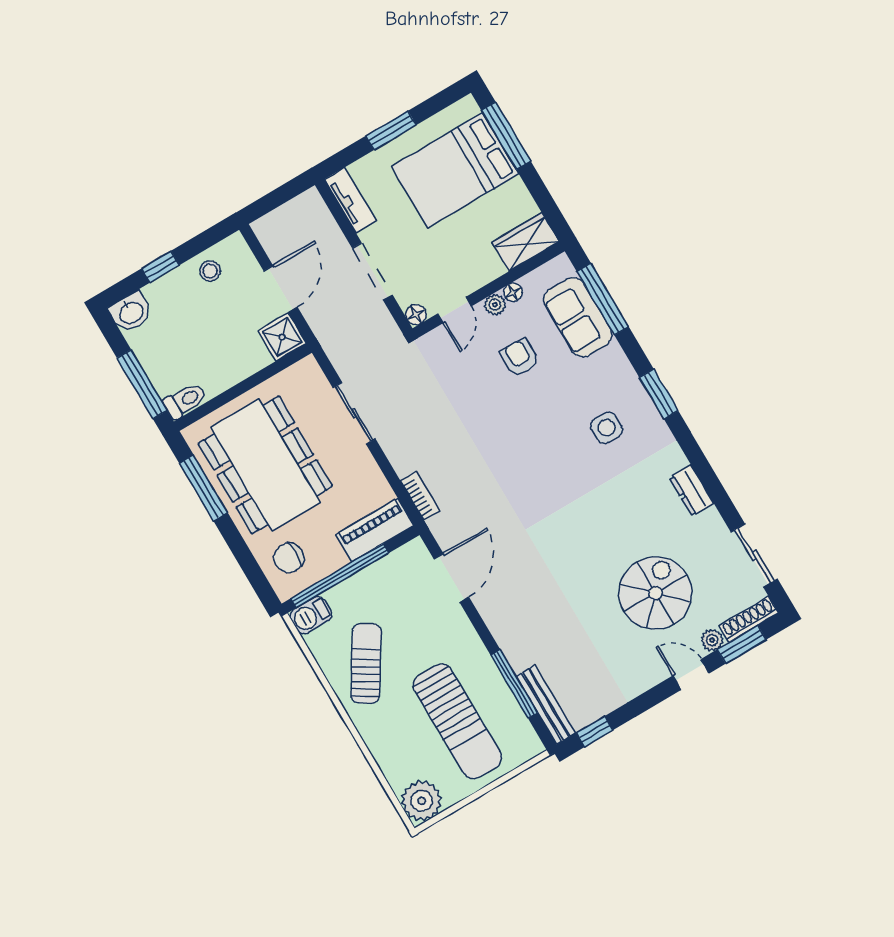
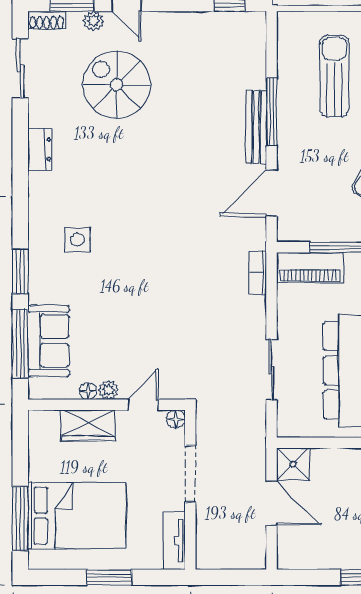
wardrobe: (525, 242) -> (88, 425), moved
stool: (210, 271) -> (319, 551), removed
door: (280, 289) -> (272, 503), swing flipped
armchair: (520, 357) -> (114, 336), removed
window: (659, 394) -> (20, 271), moved
spiral stairs: (655, 593) -> (117, 85), turned 90
shoe rack: (749, 619) -> (47, 20), width x0.70
window: (514, 684) -> (272, 112), moved
bench: (546, 705) -> (256, 127), moved
sun lounger: (457, 721) -> (334, 76), width x0.73, depth x0.75

